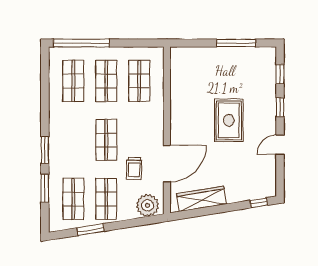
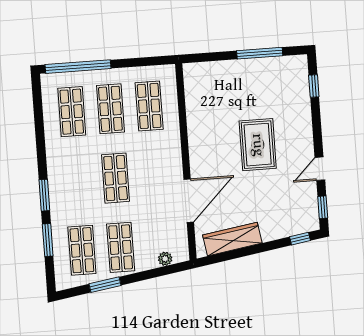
window: (280, 107) -> (323, 207), moved
trolley: (134, 168) -> (151, 209), removed
plant: (148, 205) -> (165, 259), width x0.53, depth x0.53

